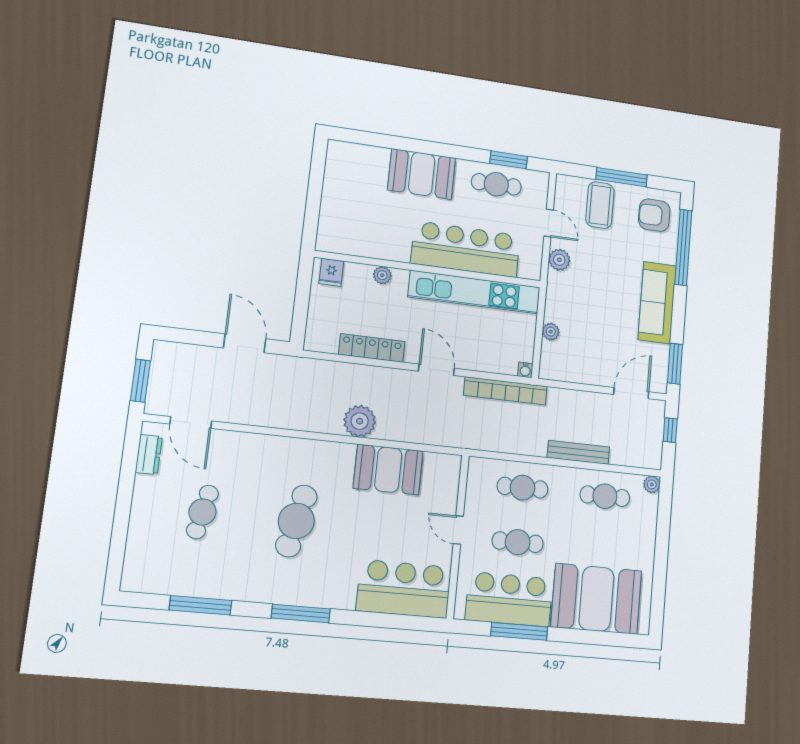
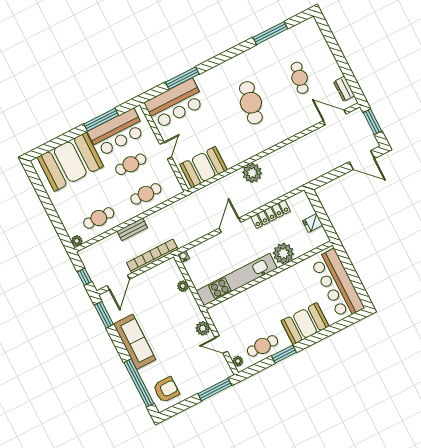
window: (509, 160) -> (284, 354), moved
window: (622, 177) -> (215, 390), moved
plant: (541, 187) -> (238, 361), added
coffee table: (600, 205) -> (200, 374), removed
bar counter: (466, 249) -> (337, 284), moved, turned 90
fridge: (331, 272) -> (313, 223), moved, turned -90
plant: (382, 275) -> (283, 253), width x1.88, depth x1.88
door: (245, 343) -> (362, 160), moved
door: (436, 370) -> (230, 225), swing flipped
bookcase: (505, 391) -> (152, 256), moved
bench: (578, 452) -> (132, 229), width x0.73
booth: (388, 470) -> (204, 167), moved
door: (458, 530) -> (166, 151), hinge flipped
window: (301, 613) -> (182, 78), moved

